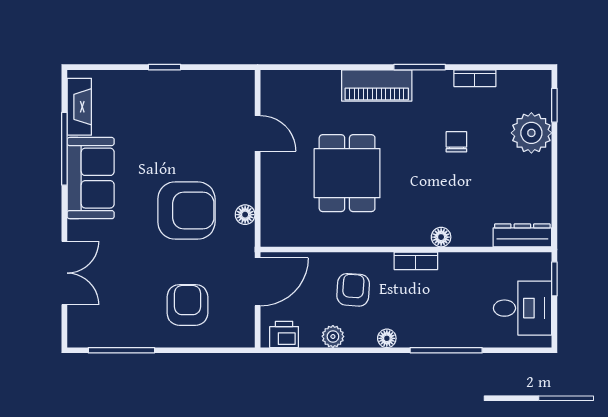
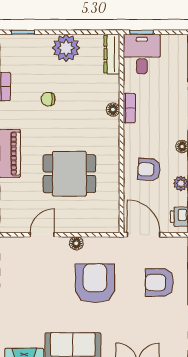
plant: (531, 133) -> (66, 48), moved
floor lamp: (245, 215) -> (76, 243), moved
bookcase: (416, 261) -> (129, 108), moved
desk: (523, 308) -> (142, 54), moved

